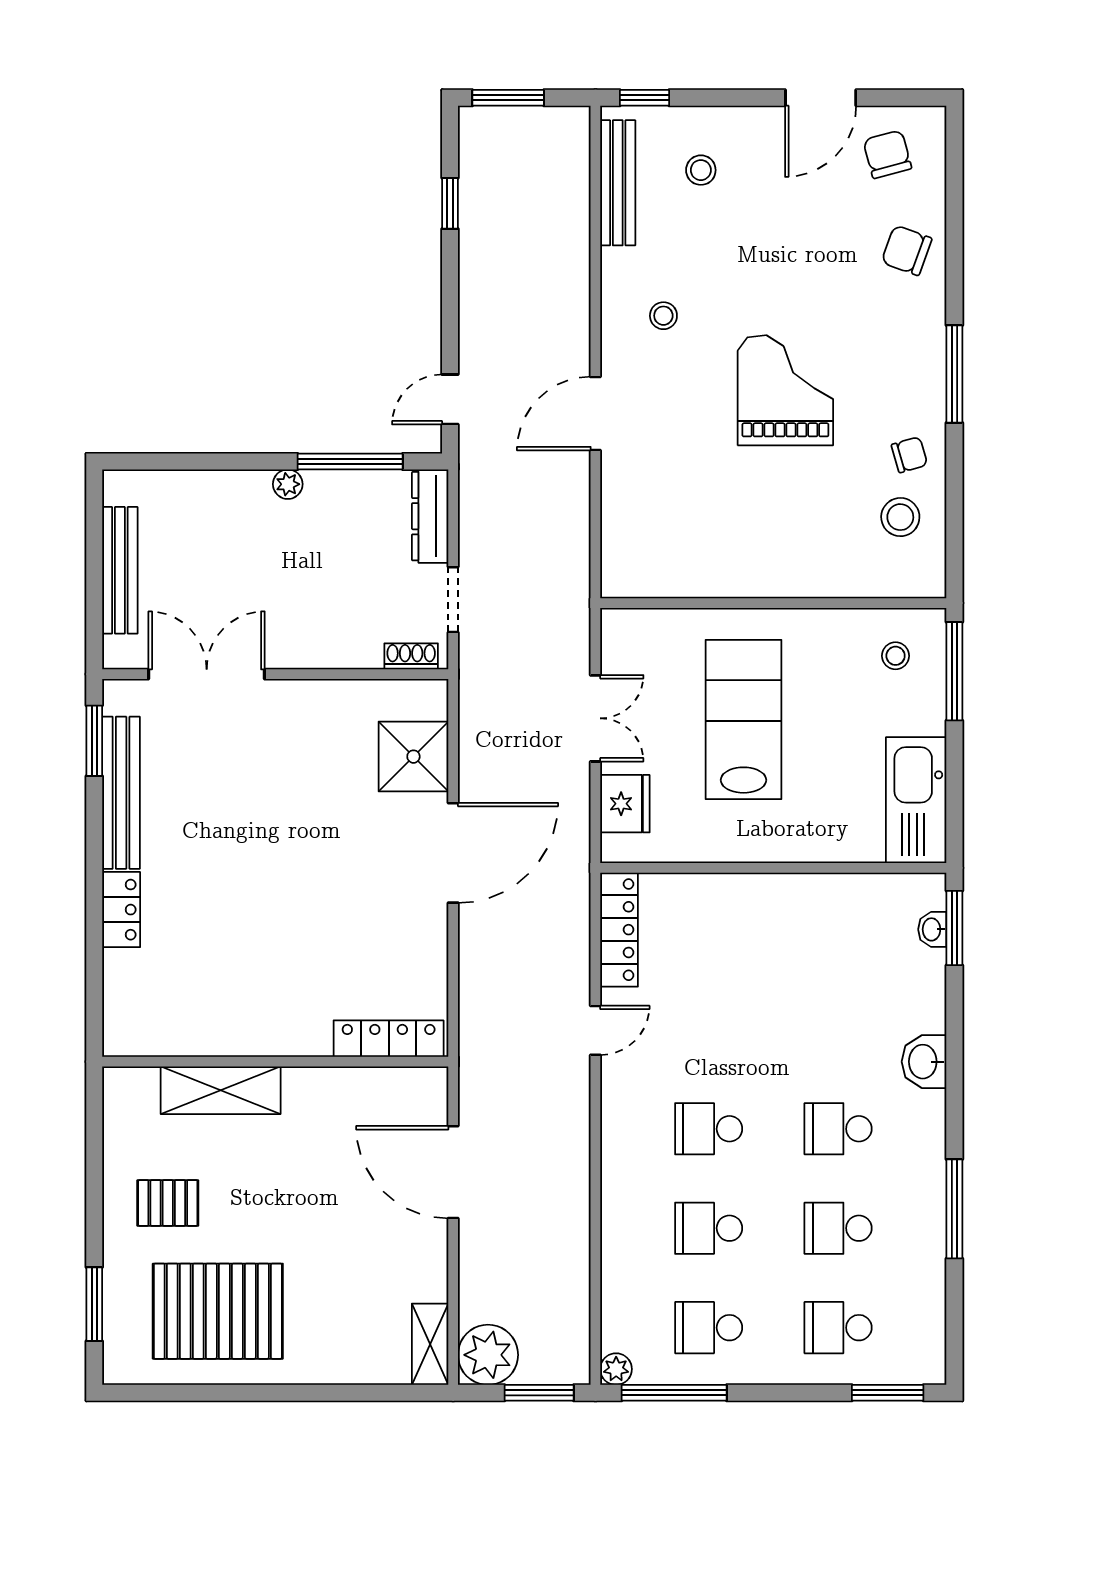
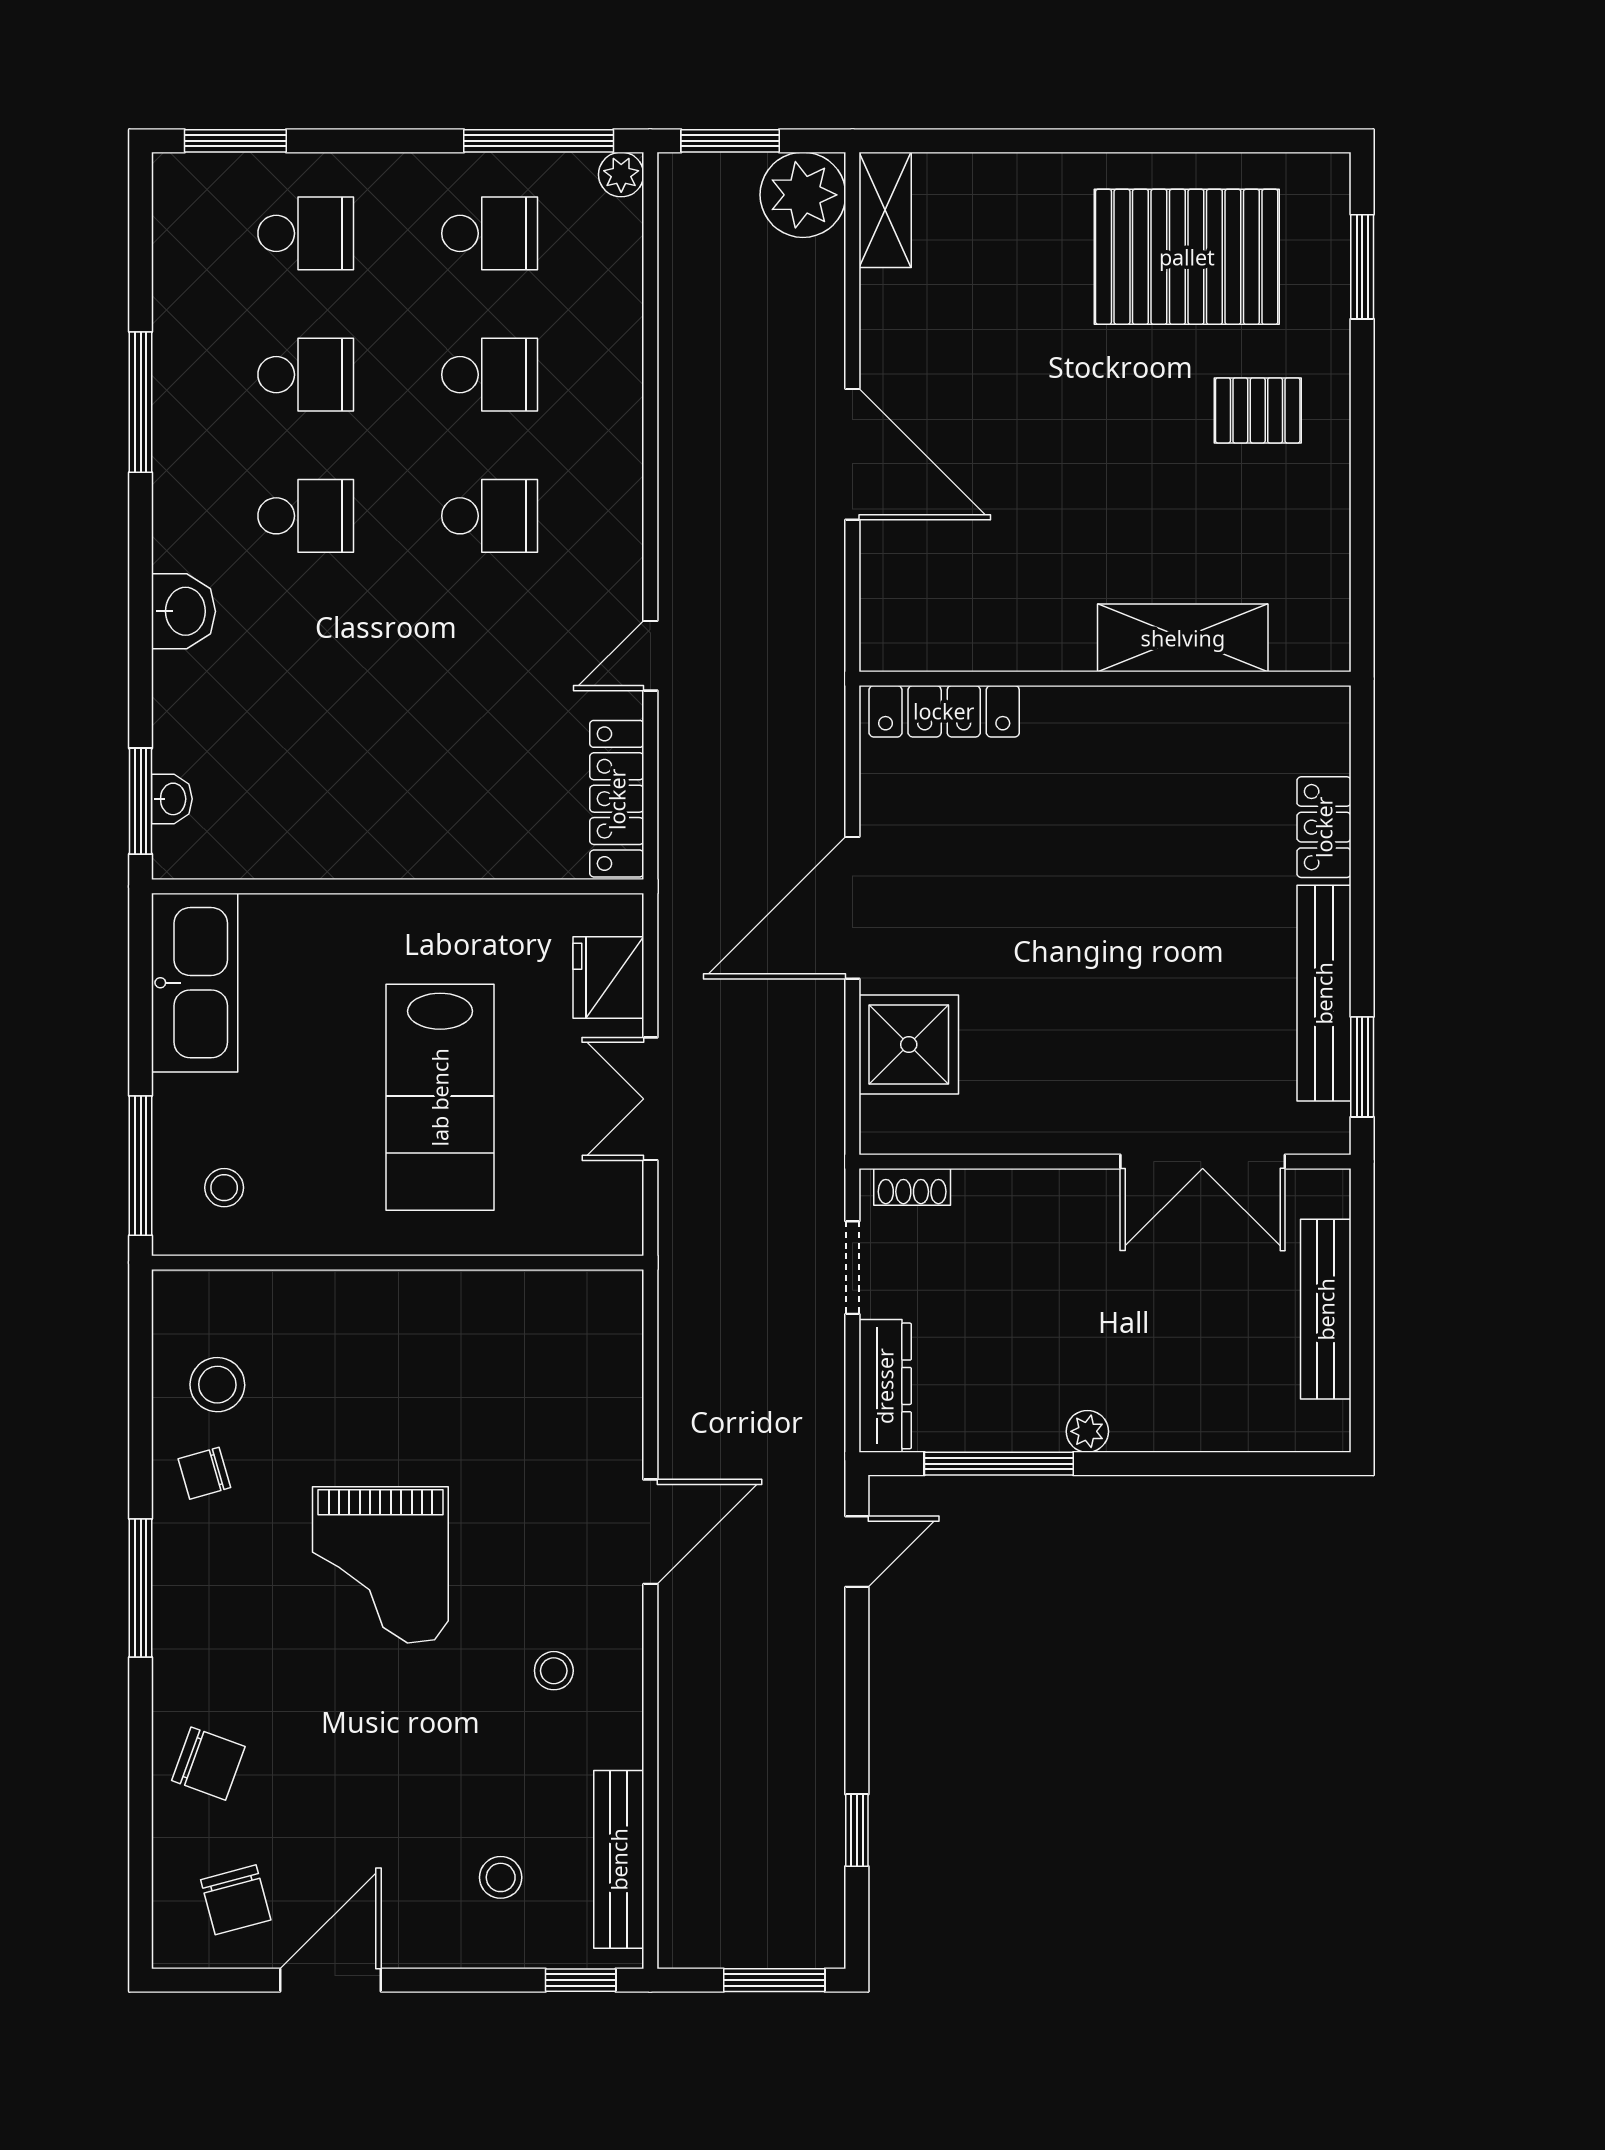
locker: (389, 1039) -> (944, 711), moved
wall: (275, 1062) -> (1105, 679), moved
shelving: (221, 1090) -> (1183, 638), moved

